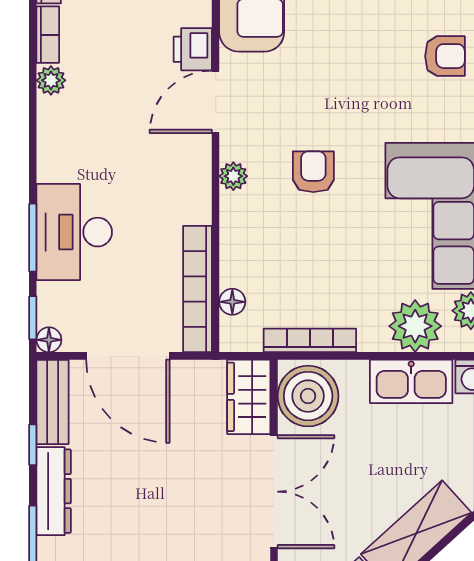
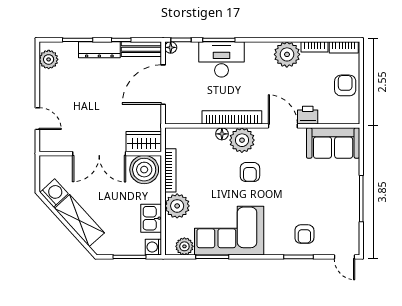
plant: (51, 80) -> (287, 54), width x1.88, depth x1.88
armchair: (313, 172) -> (250, 172), turned 90
plant: (233, 176) -> (242, 140), width x1.88, depth x1.88
bookcase: (198, 289) -> (232, 117), moved
floor lamp: (232, 302) -> (222, 134), moved
plant: (415, 326) -> (177, 206), moved
kitchen sink: (411, 381) -> (151, 218), width x0.73

